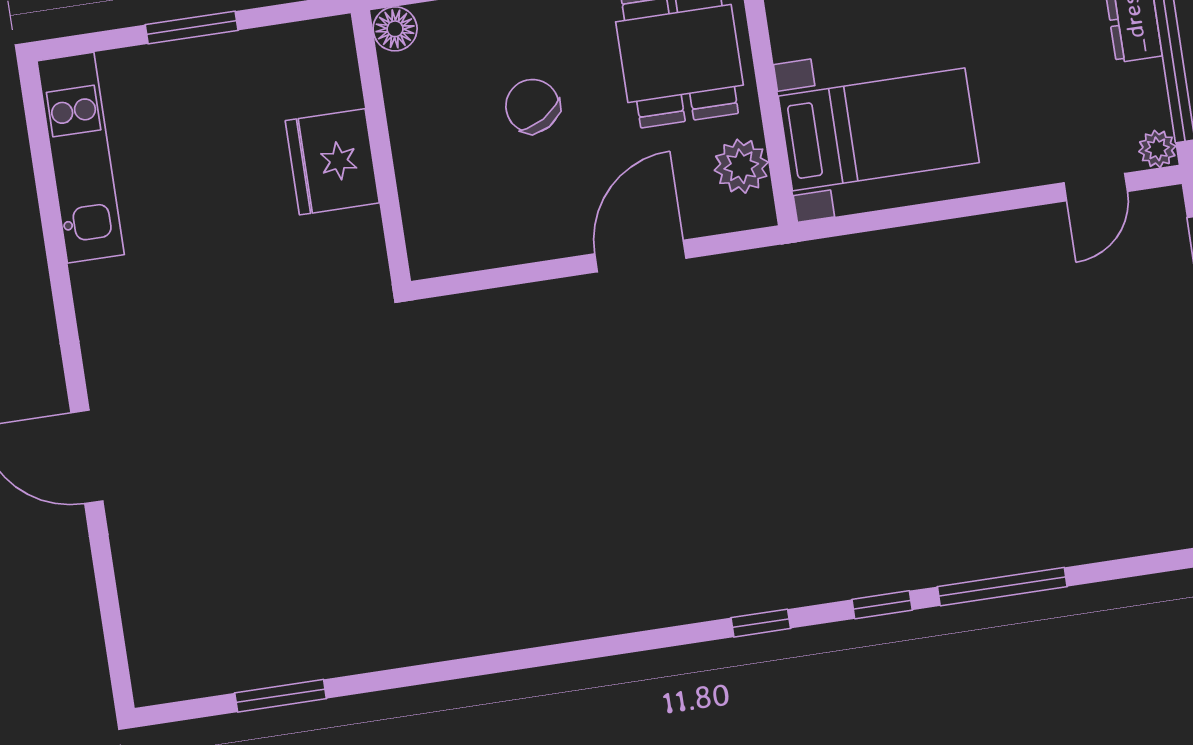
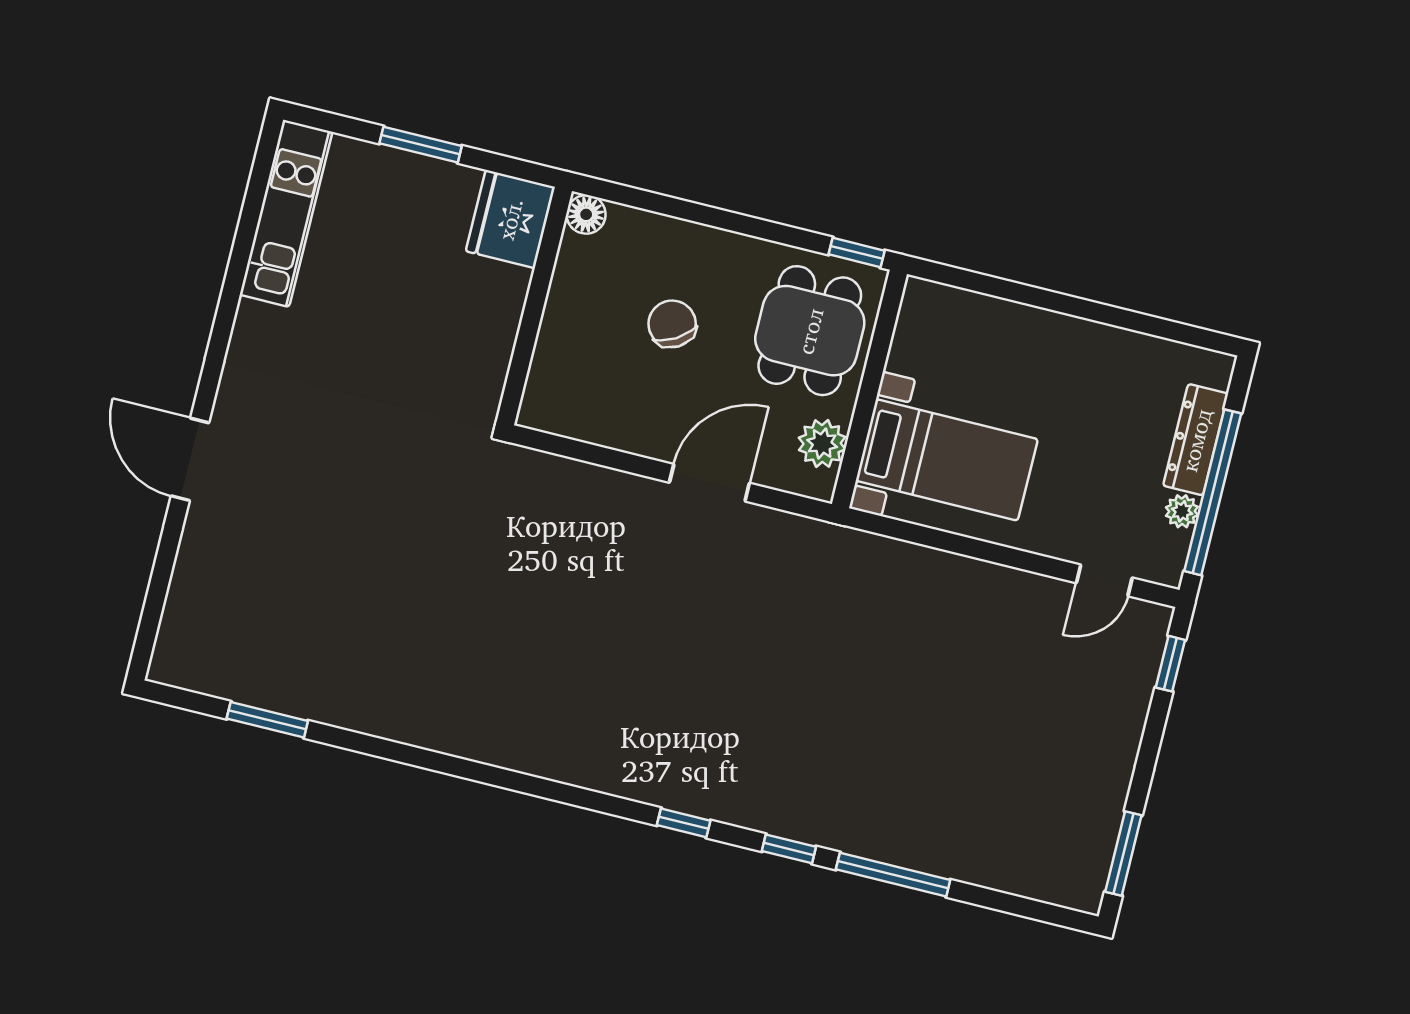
plant: (1157, 149) -> (1182, 511), moved
fridge: (332, 162) -> (510, 219), moved

